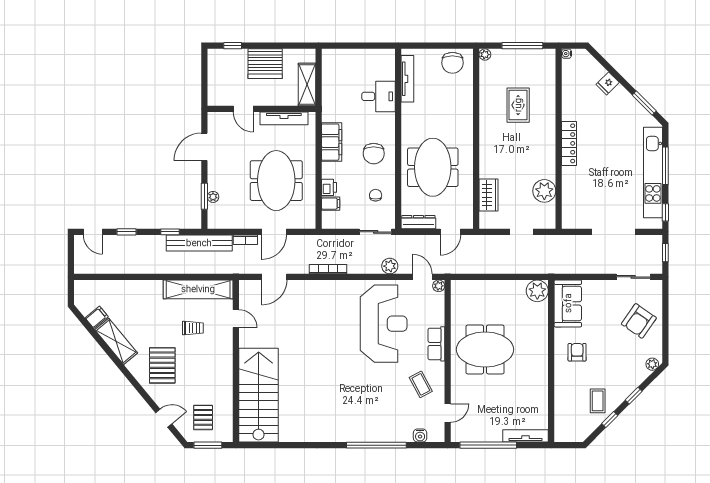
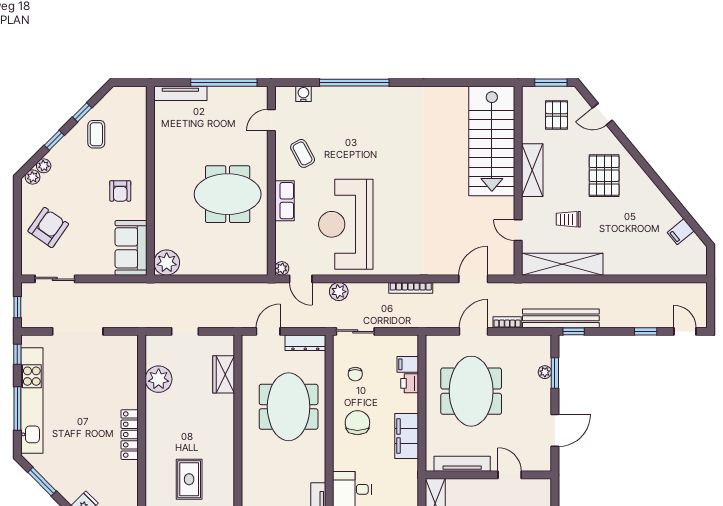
window: (170, 232) -> (574, 331), moved
shelving: (116, 341) -> (532, 170), moved, turned 40
plant: (643, 374) -> (44, 166), added

